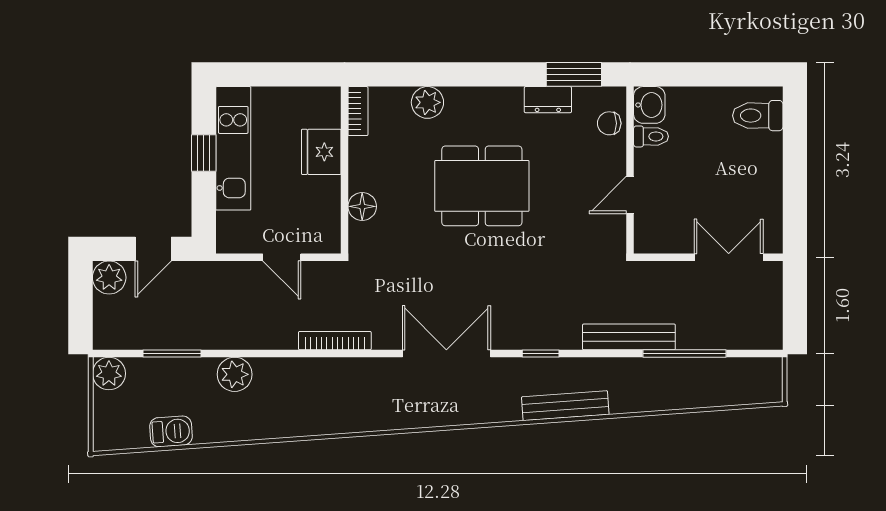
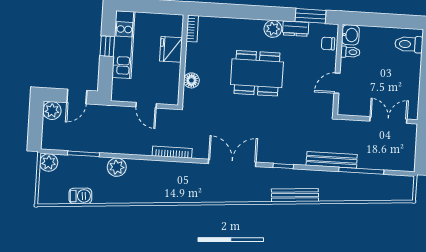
plant: (427, 102) -> (273, 29), moved

